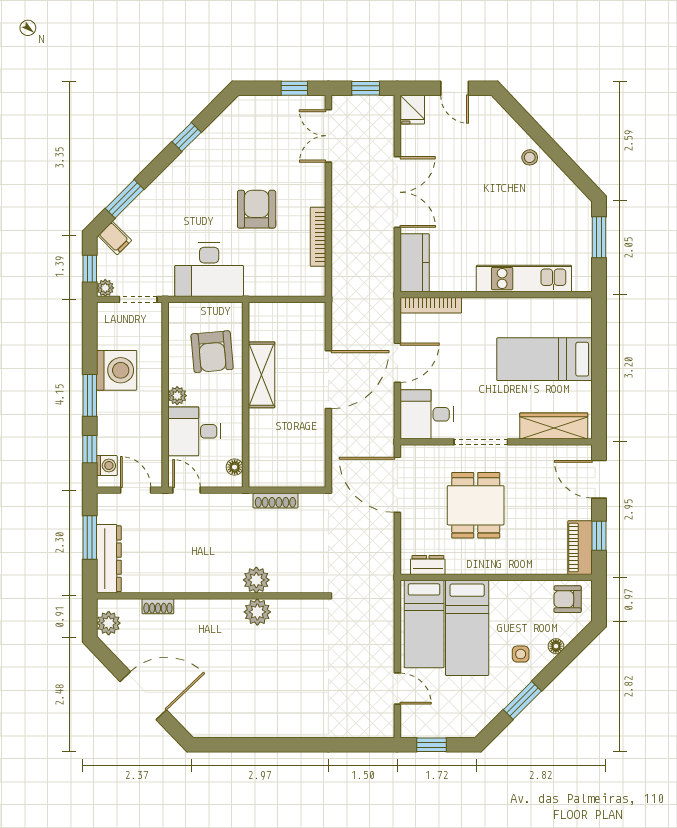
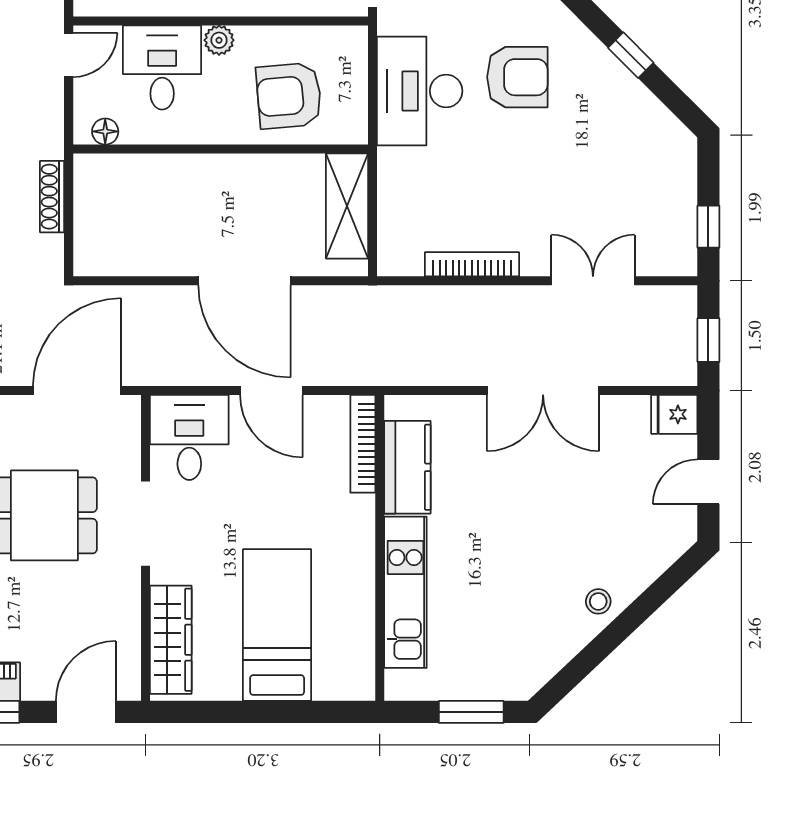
double door: (328, 136) -> (593, 281), moved
armchair: (257, 209) -> (517, 77), moved
kitchen counter: (415, 263) -> (407, 467), moved, turned -90
shelving: (262, 375) -> (347, 206), moved, turned 90

